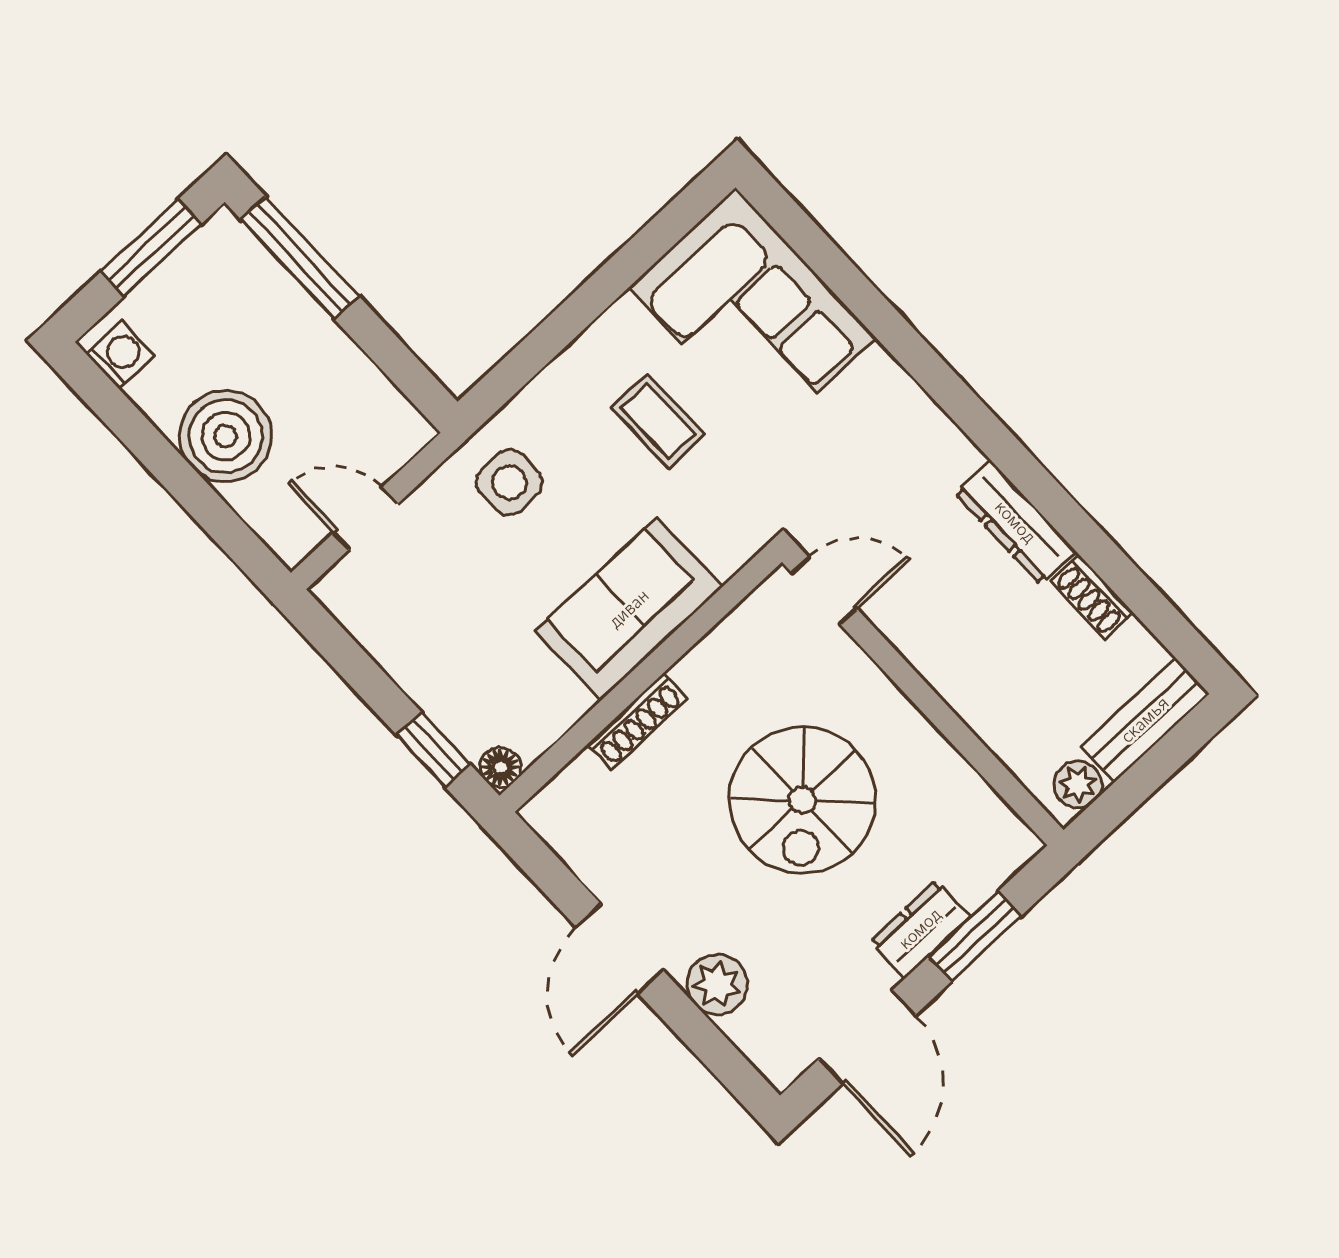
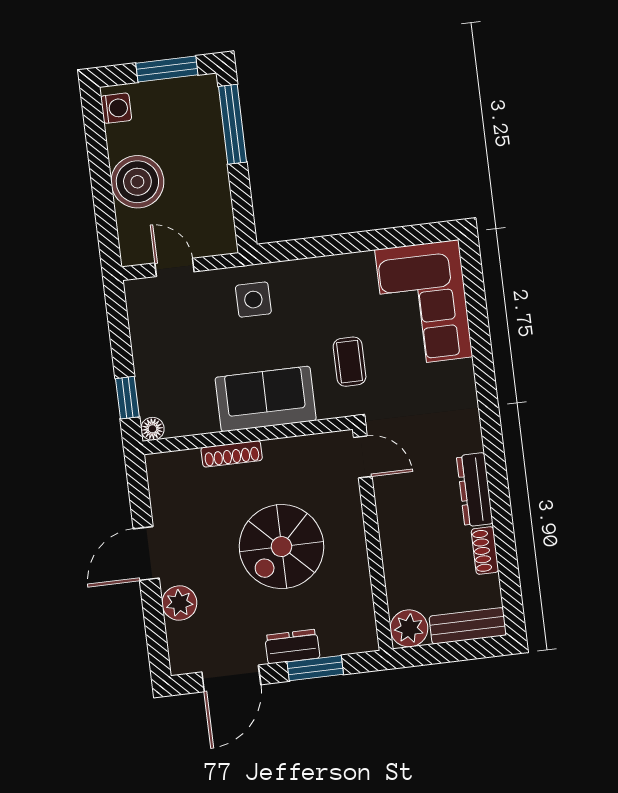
coffee table: (658, 421) -> (350, 362), moved
plant: (1078, 784) -> (409, 628), width x1.38, depth x1.38

